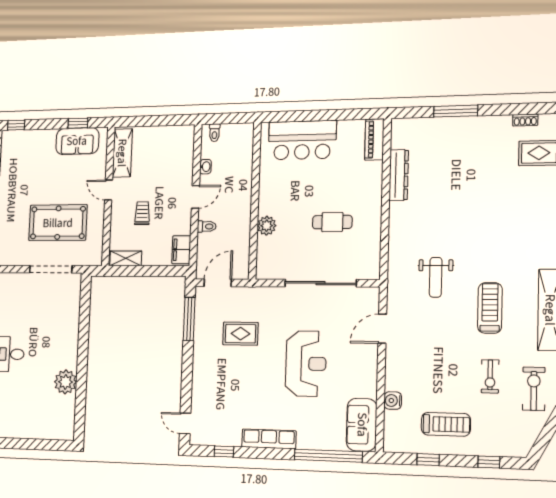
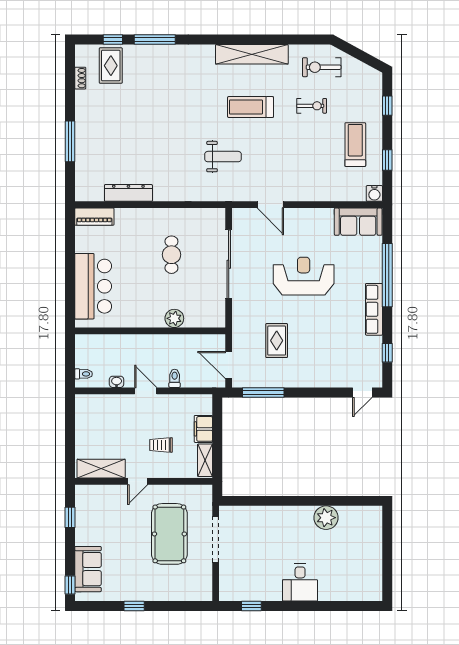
sofa: (77, 141) -> (88, 569), moved
filing cabinet: (181, 250) -> (203, 429), moved, turned 90
water cooler: (393, 401) -> (374, 193), moved
window: (328, 456) -> (387, 275), moved

